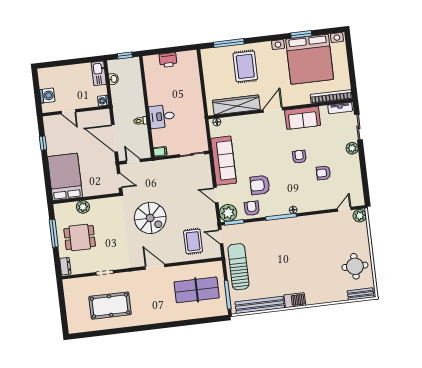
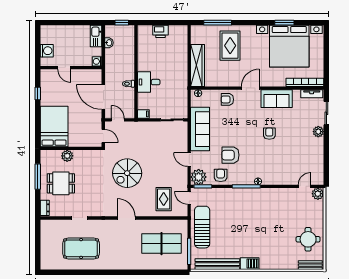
wardrobe: (236, 105) -> (198, 65), moved, turned 90
armchair: (323, 173) -> (227, 99), moved
spiral stairs: (150, 218) -> (127, 173), turned 90

